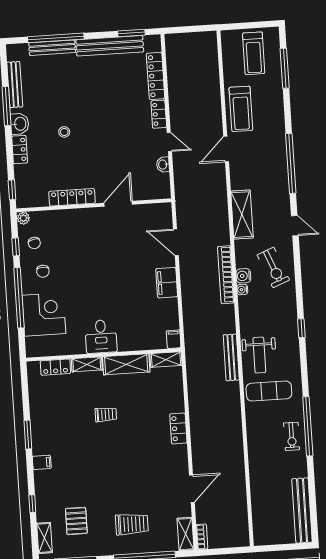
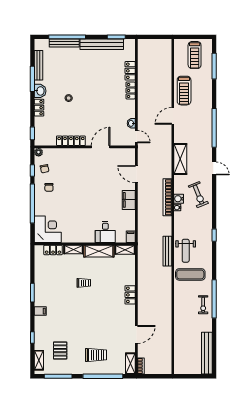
locker: (156, 76) -> (130, 71), width x0.66
door: (169, 142) -> (136, 137), moved
corner desk: (44, 314) -> (48, 229), moved
desk: (101, 336) -> (105, 232), moved

